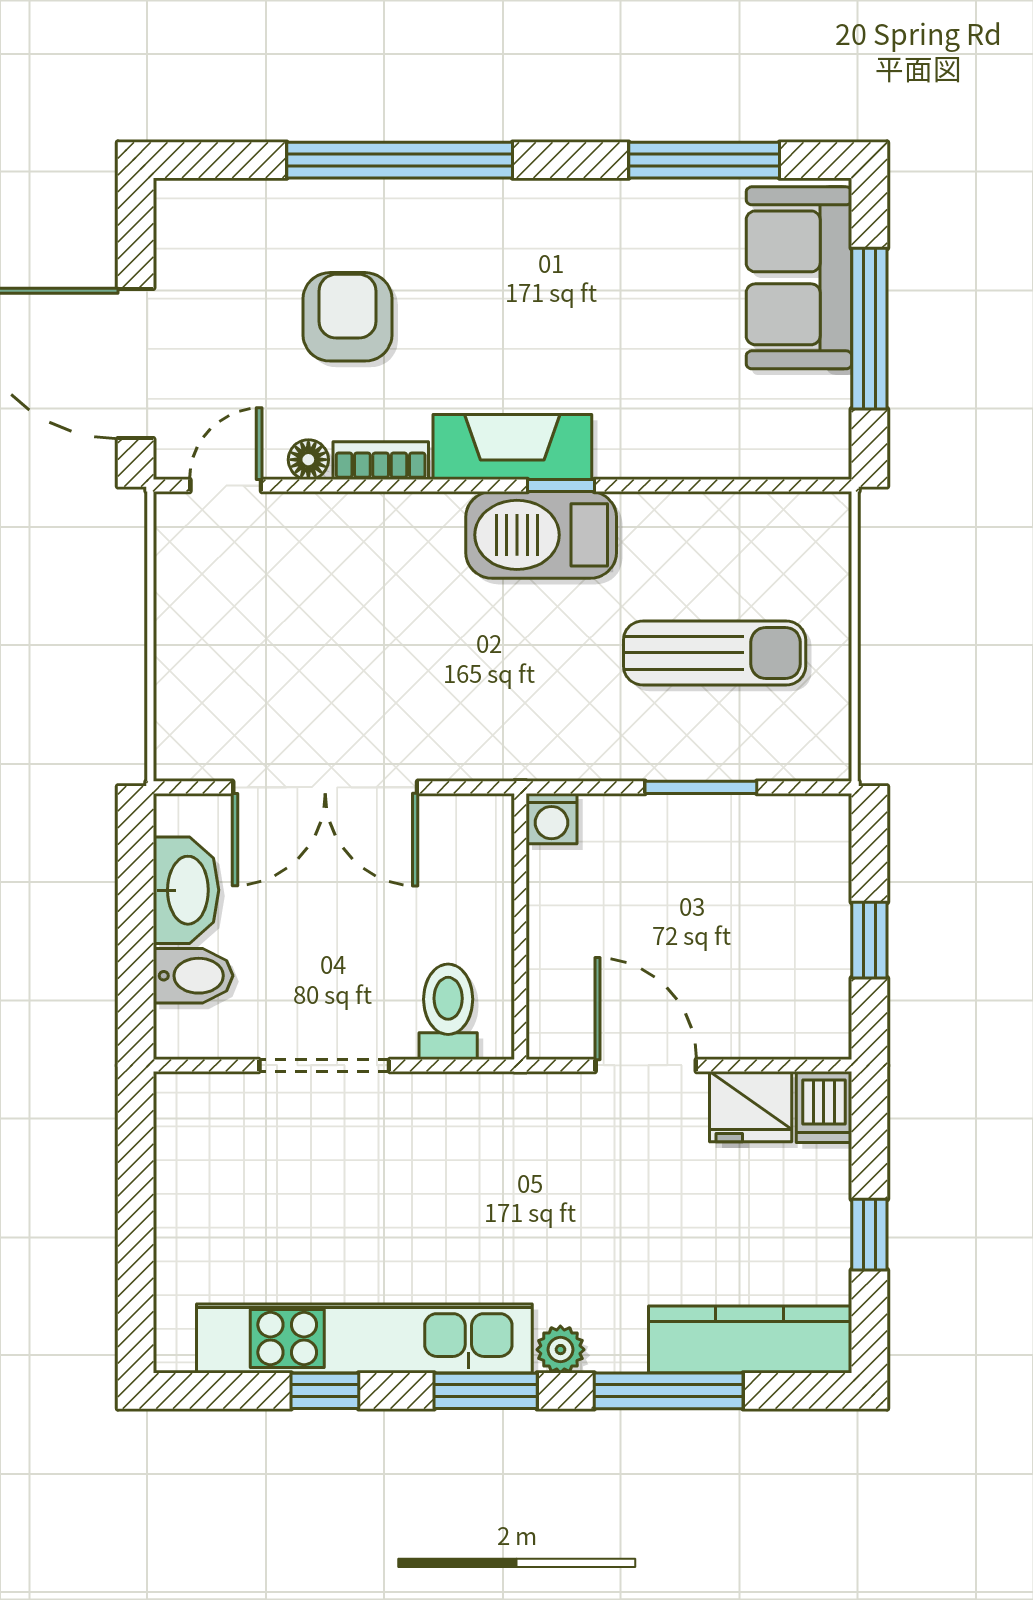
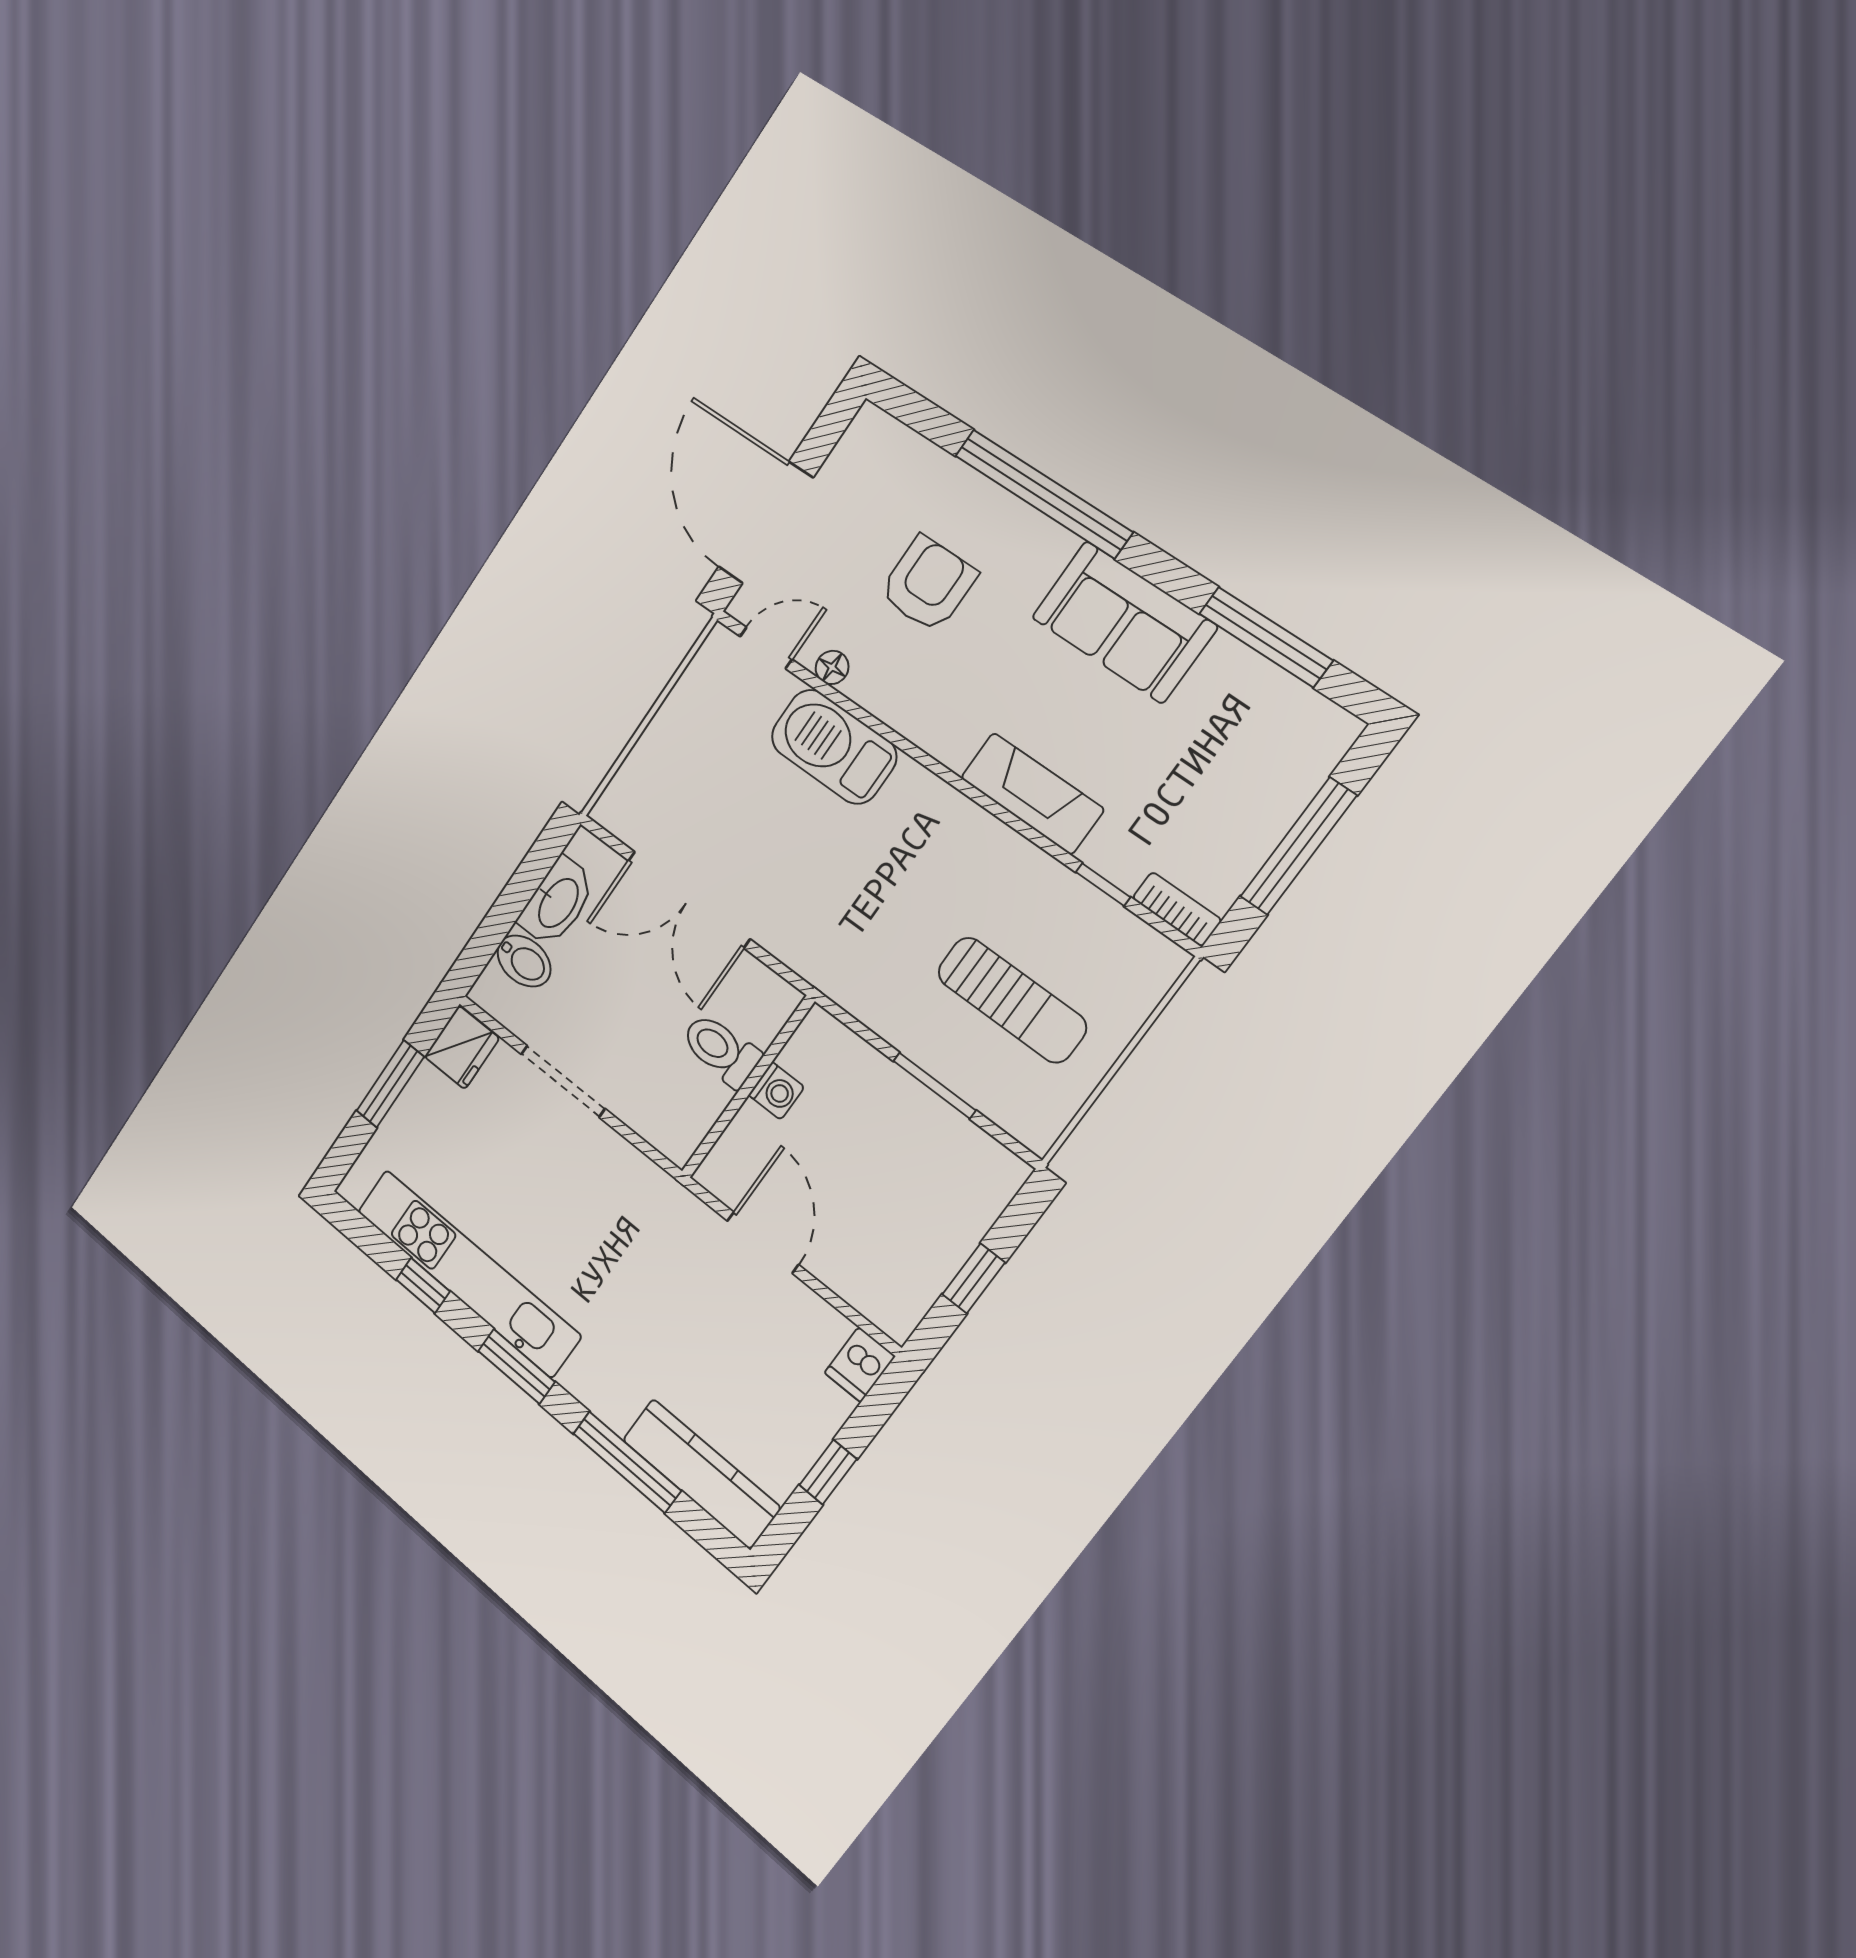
sofa: (799, 278) -> (1124, 622), moved, turned -90
fireplace: (512, 447) -> (1032, 793), moved
bookcase: (381, 461) -> (1177, 909), moved
window: (561, 486) -> (1103, 885), moved
barbecue: (541, 535) -> (834, 747), moved
washing machine: (552, 819) -> (776, 1091), moved, turned -90
toilet: (448, 1012) -> (721, 1050), moved, turned -90
fridge: (751, 1107) -> (462, 1047), moved, turned -90
window: (136, 1212) -> (390, 1084), added
plant: (560, 1350) -> (579, 1379), removed

